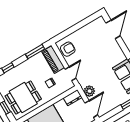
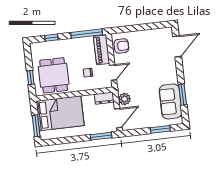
window: (35, 52) -> (87, 34), width x1.44
dining table: (23, 98) -> (54, 75), turned 90

